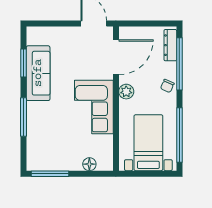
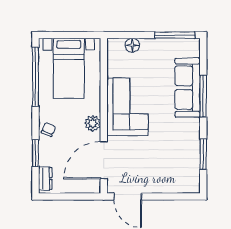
dresser: (170, 45) -> (45, 179), width x0.70
window: (179, 64) -> (35, 153), width x0.47
sofa: (38, 73) -> (188, 88), moved

